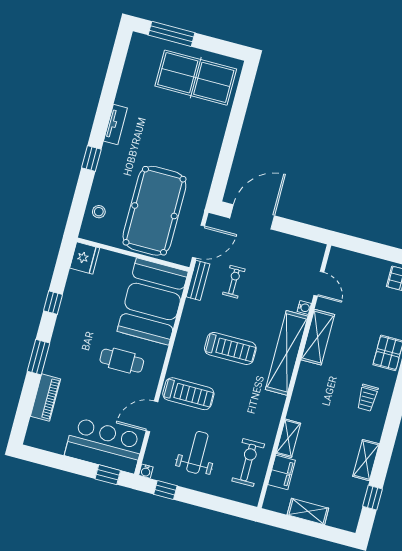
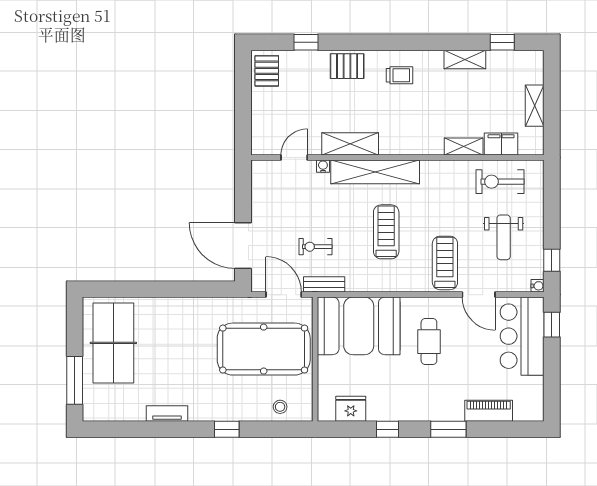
tv unit: (115, 125) -> (167, 414), moved
fridge: (85, 258) -> (351, 409), moved
weight bench: (197, 452) -> (504, 237), turned -90

